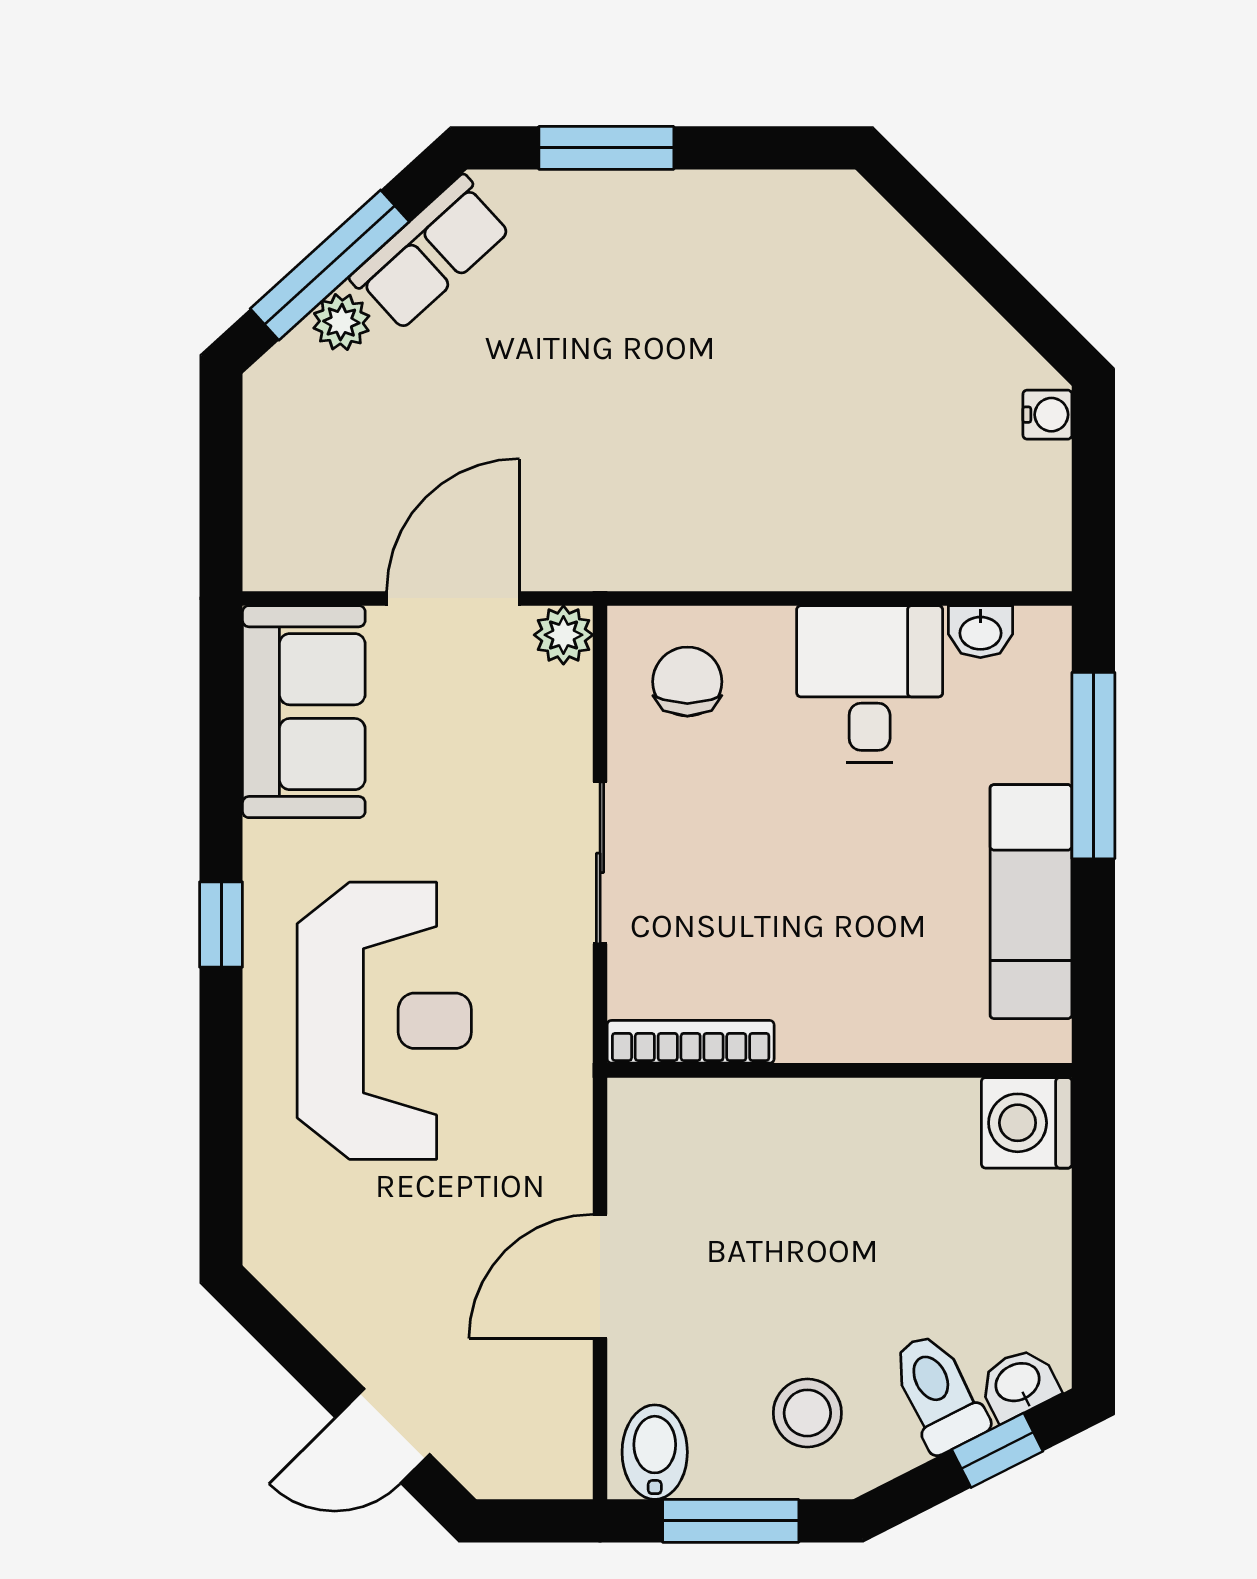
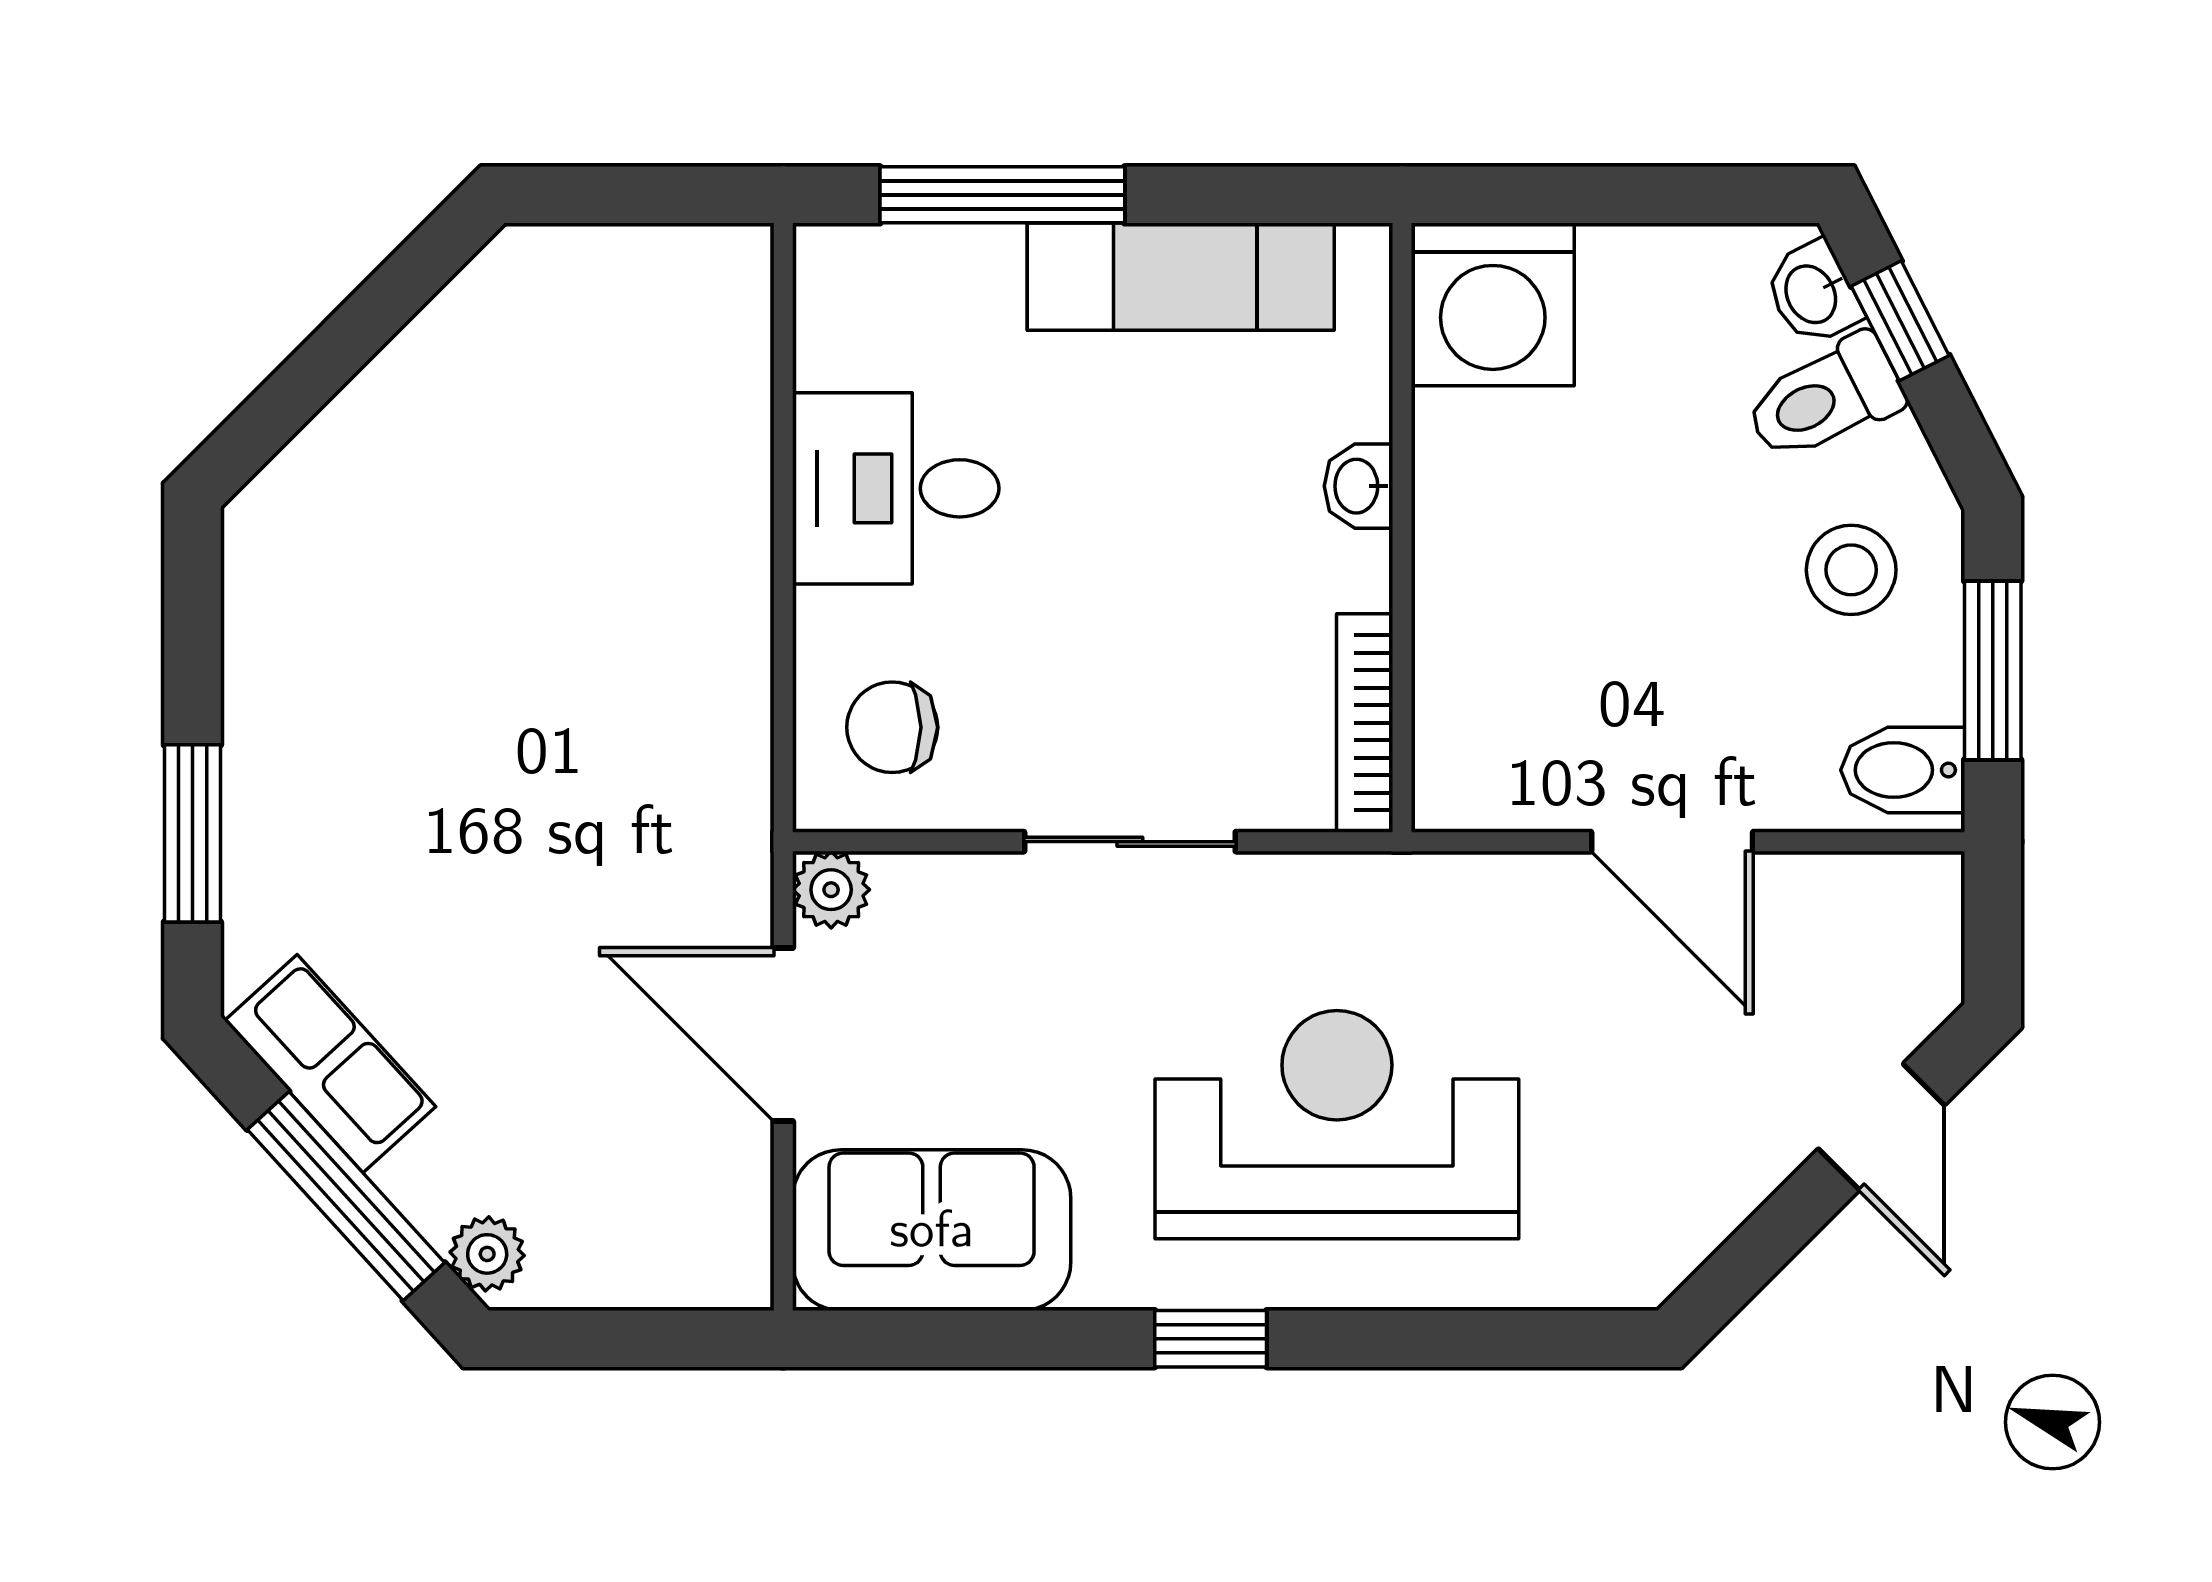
plant: (341, 322) -> (487, 1254), moved
water cooler: (1047, 415) -> (542, 255), removed
washbasin: (980, 632) -> (1358, 486), moved, turned 180
washing machine: (1027, 1123) -> (1493, 304), width x1.37, depth x1.37

